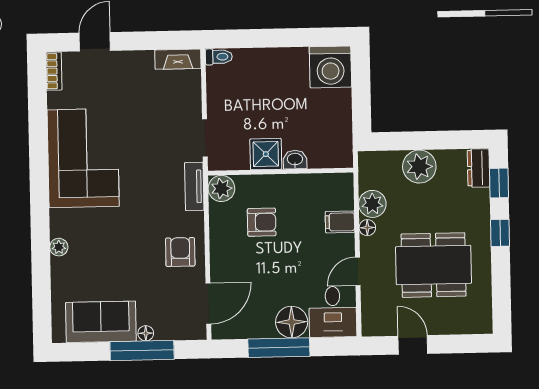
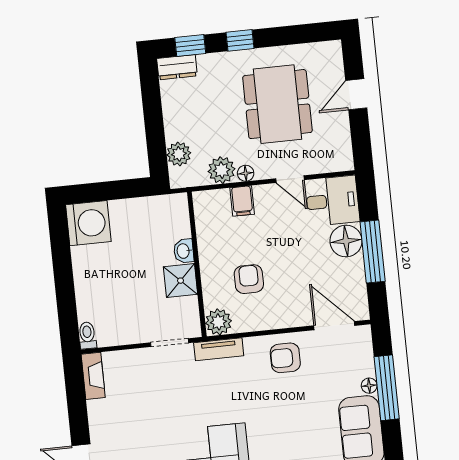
plant: (419, 167) -> (179, 154), moved, width x0.73, depth x0.73
door: (413, 345) -> (356, 94), moved

